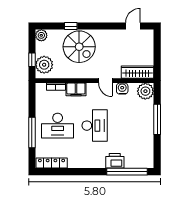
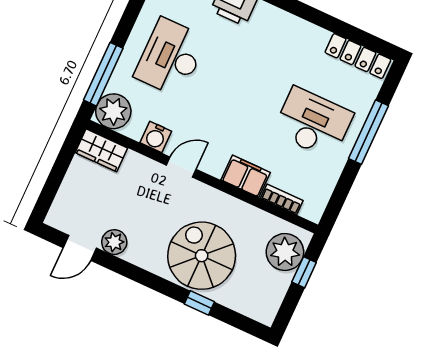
plant: (41, 35) -> (114, 242), moved
wardrobe: (138, 72) -> (101, 150), width x0.67
door: (105, 81) -> (181, 167), hinge flipped
window: (157, 119) -> (103, 74), moved
desk: (95, 126) -> (171, 57), moved

